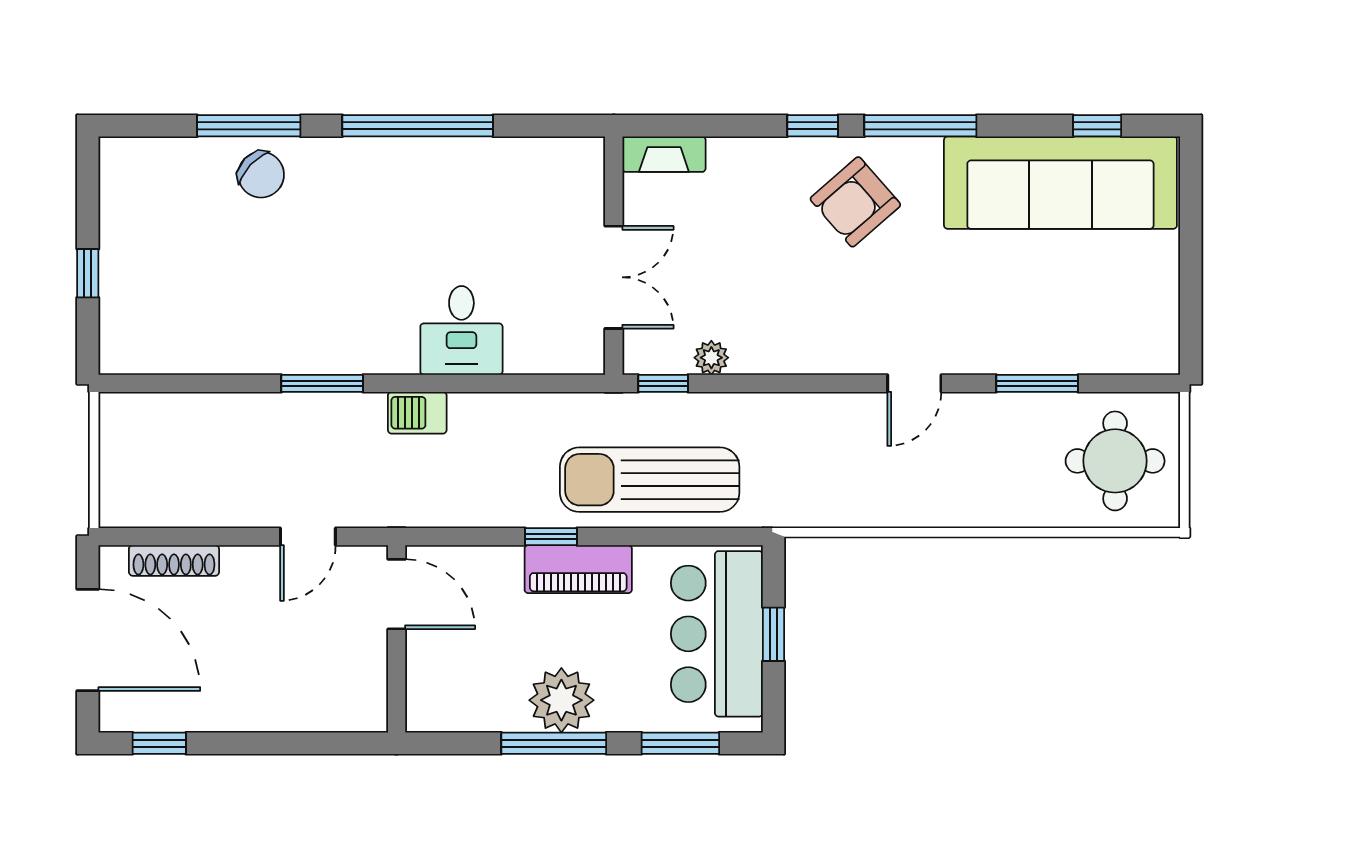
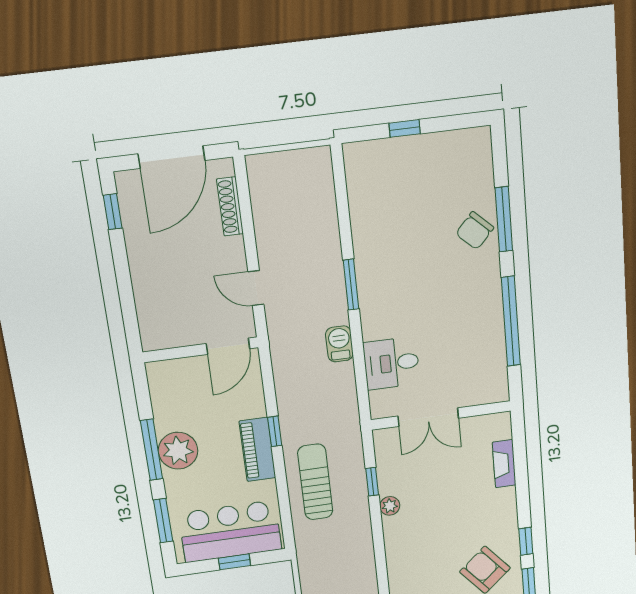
wall: (614, 256) -> (441, 415), moved
double door: (614, 277) -> (428, 417), moved
sun lounger: (650, 480) -> (315, 482), width x0.73, depth x0.75

